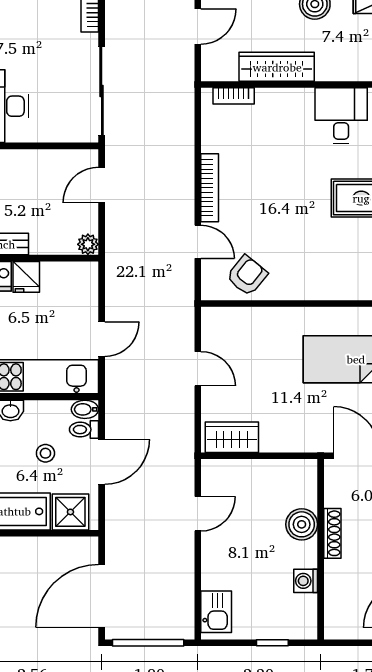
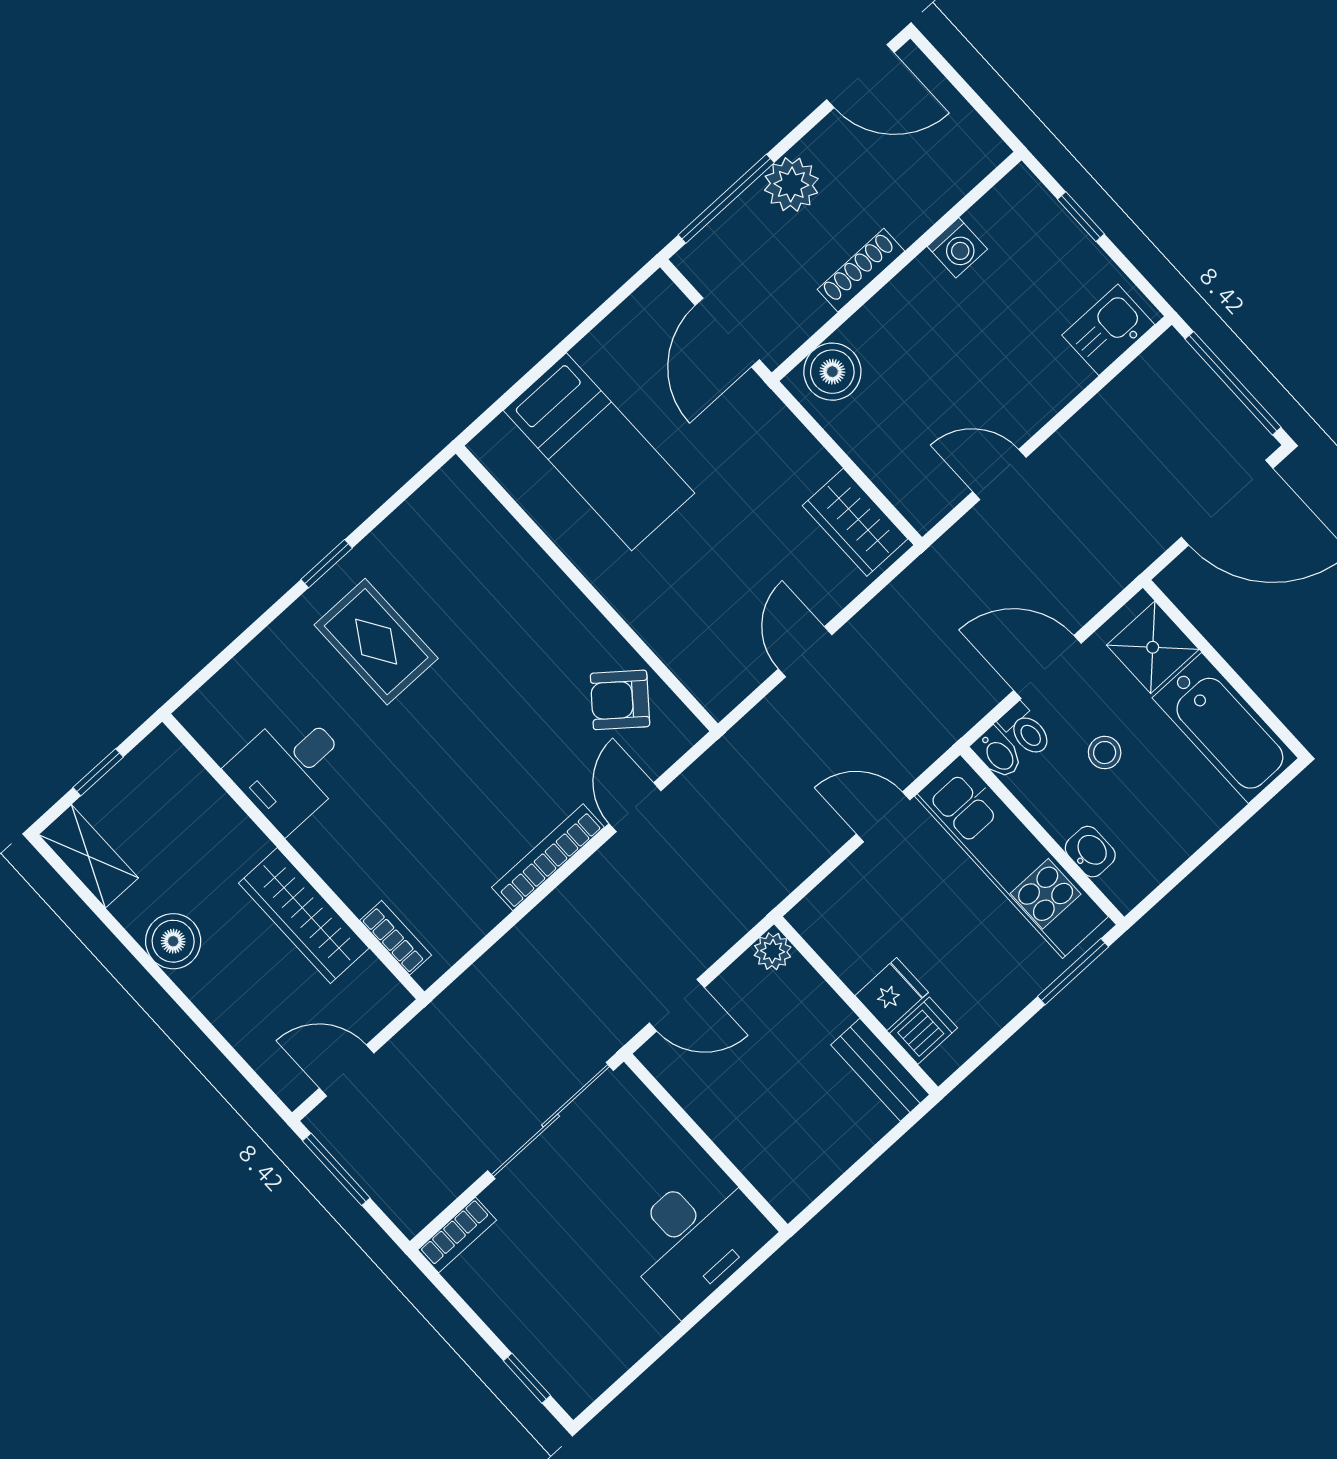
boiler: (302, 524) -> (832, 372), moved

